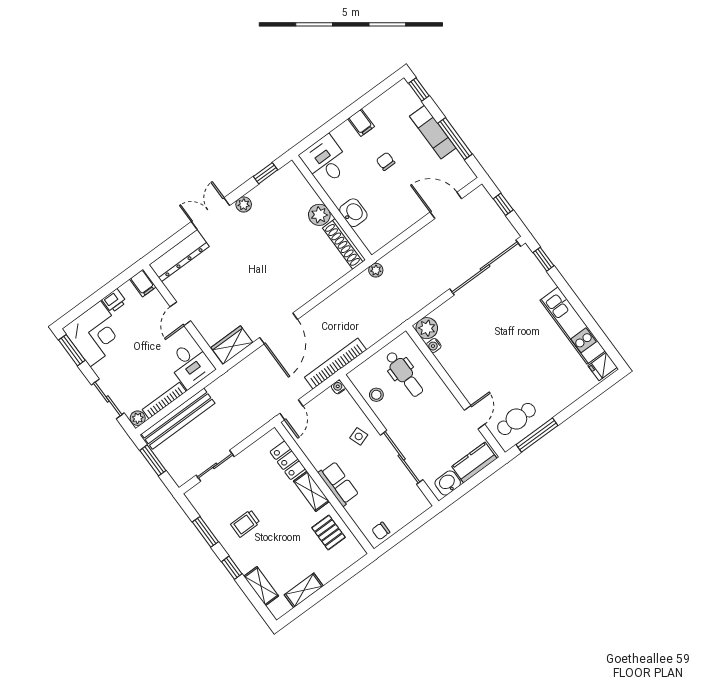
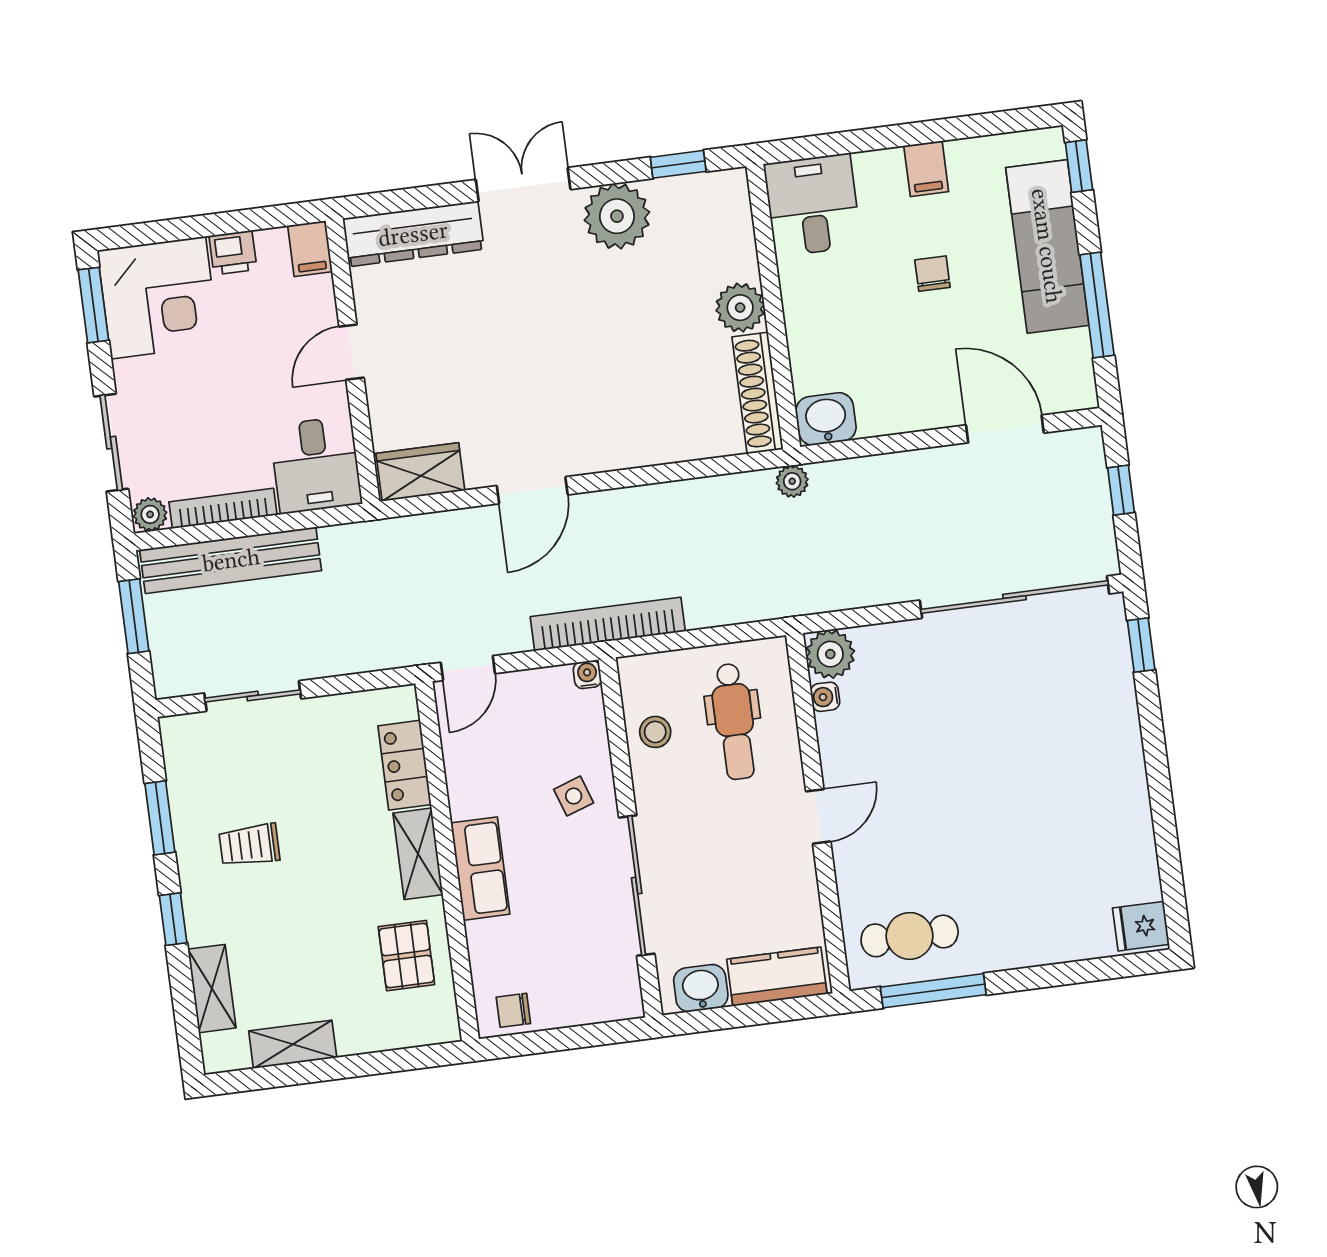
exam couch: (433, 132) -> (1047, 246), width x1.36, depth x1.45
plant: (244, 204) -> (617, 216), width x1.87, depth x1.87
washbasin: (353, 213) -> (826, 419), moved, turned -90
kitchen unit: (573, 326) -> (1126, 811), removed
door: (278, 328) -> (532, 490), width x0.73
door: (474, 417) -> (818, 816), moved

